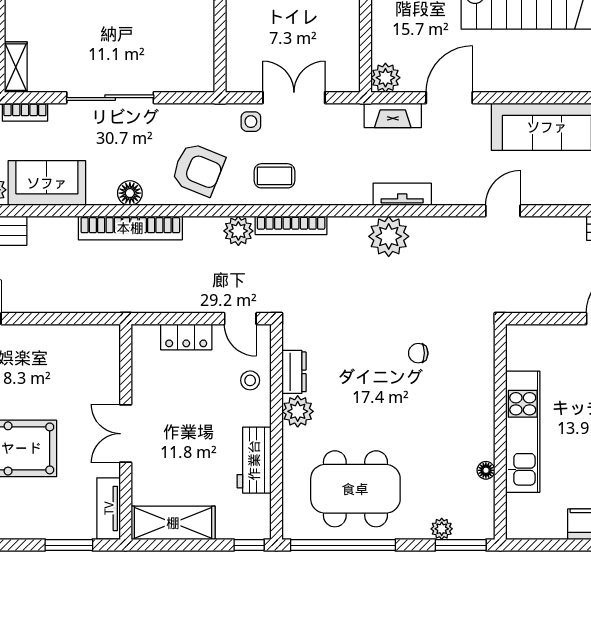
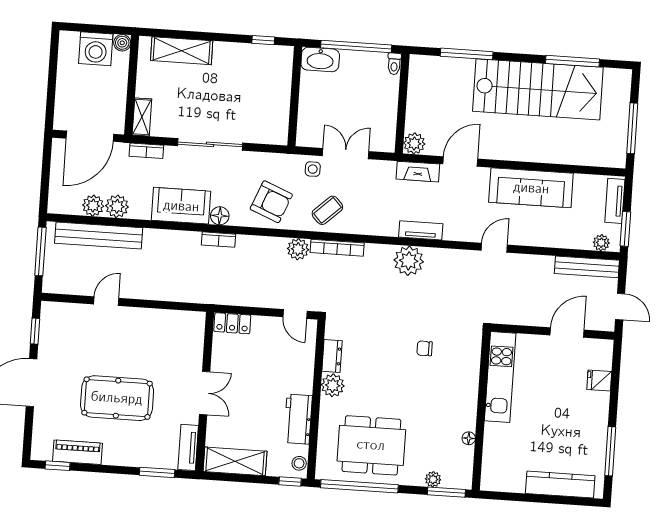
coffee table: (274, 176) -> (327, 210), turned -43
sofa: (47, 183) -> (181, 206), moved
bookcase: (130, 228) -> (219, 240), width x0.43, depth x0.76
locker: (186, 337) -> (232, 323), moved
stool: (250, 380) -> (299, 463), moved
kitchen unit: (523, 432) -> (500, 377), moved
double door: (126, 434) -> (205, 393), swing flipped

